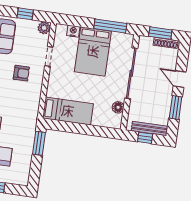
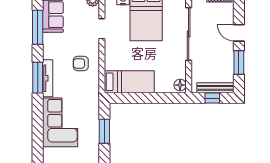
armchair: (21, 73) -> (81, 63), moved, turned 180
floor lamp: (118, 107) -> (180, 85), moved
window: (39, 143) -> (104, 131), moved

